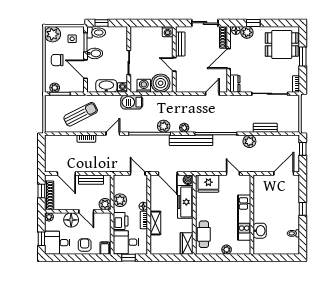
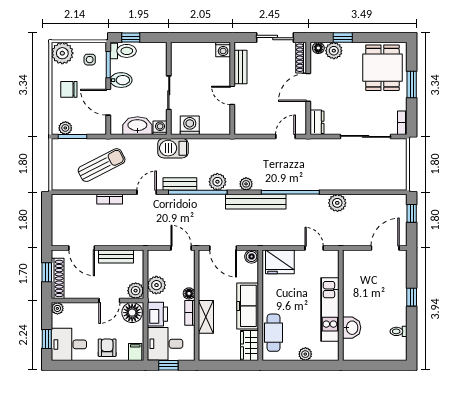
dining table: (282, 44) -> (382, 68), turned 90
boiler: (161, 83) -> (213, 122), removed
bench: (265, 128) -> (180, 184), moved
freezer: (185, 202) -> (248, 306), moved
door: (86, 211) -> (109, 301), hinge flipped
floor lamp: (71, 220) -> (132, 313), moved

